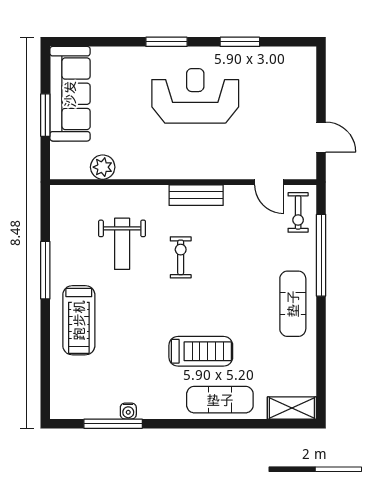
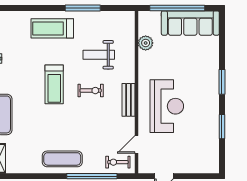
reception desk: (195, 96) -> (167, 106), moved
window: (45, 115) -> (177, 8), width x2.11
treadmill: (201, 351) -> (54, 84), moved

